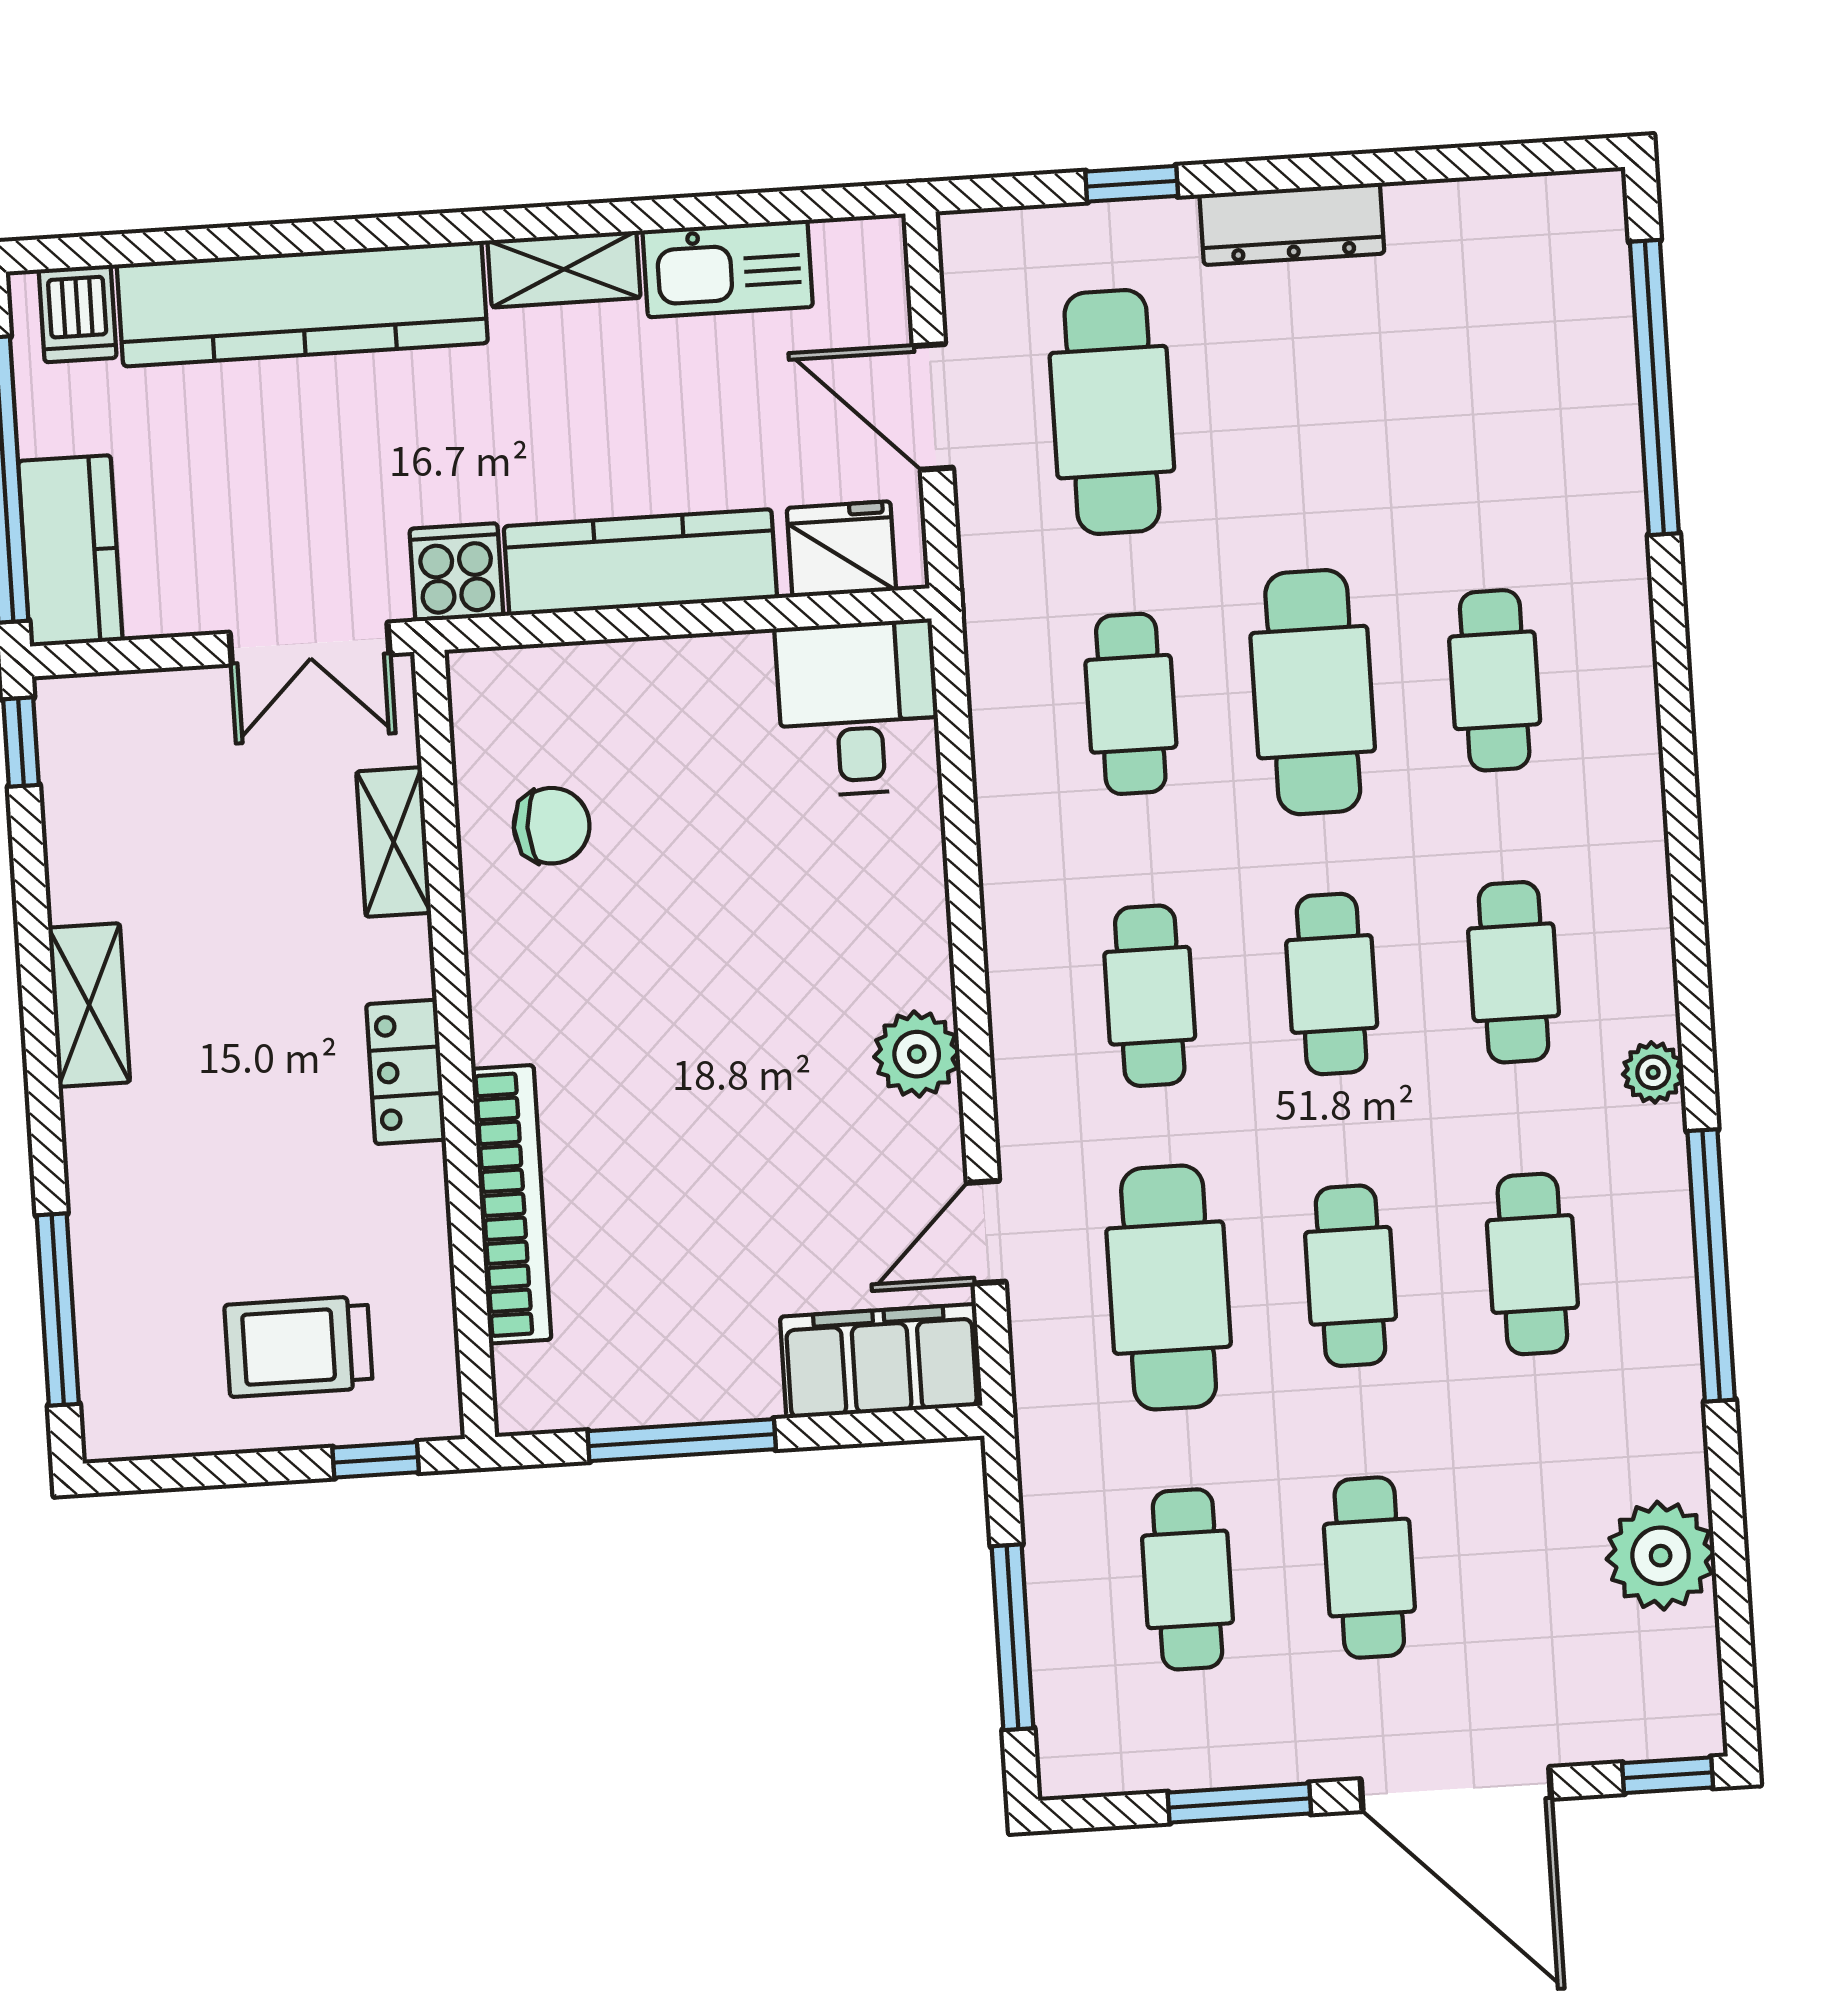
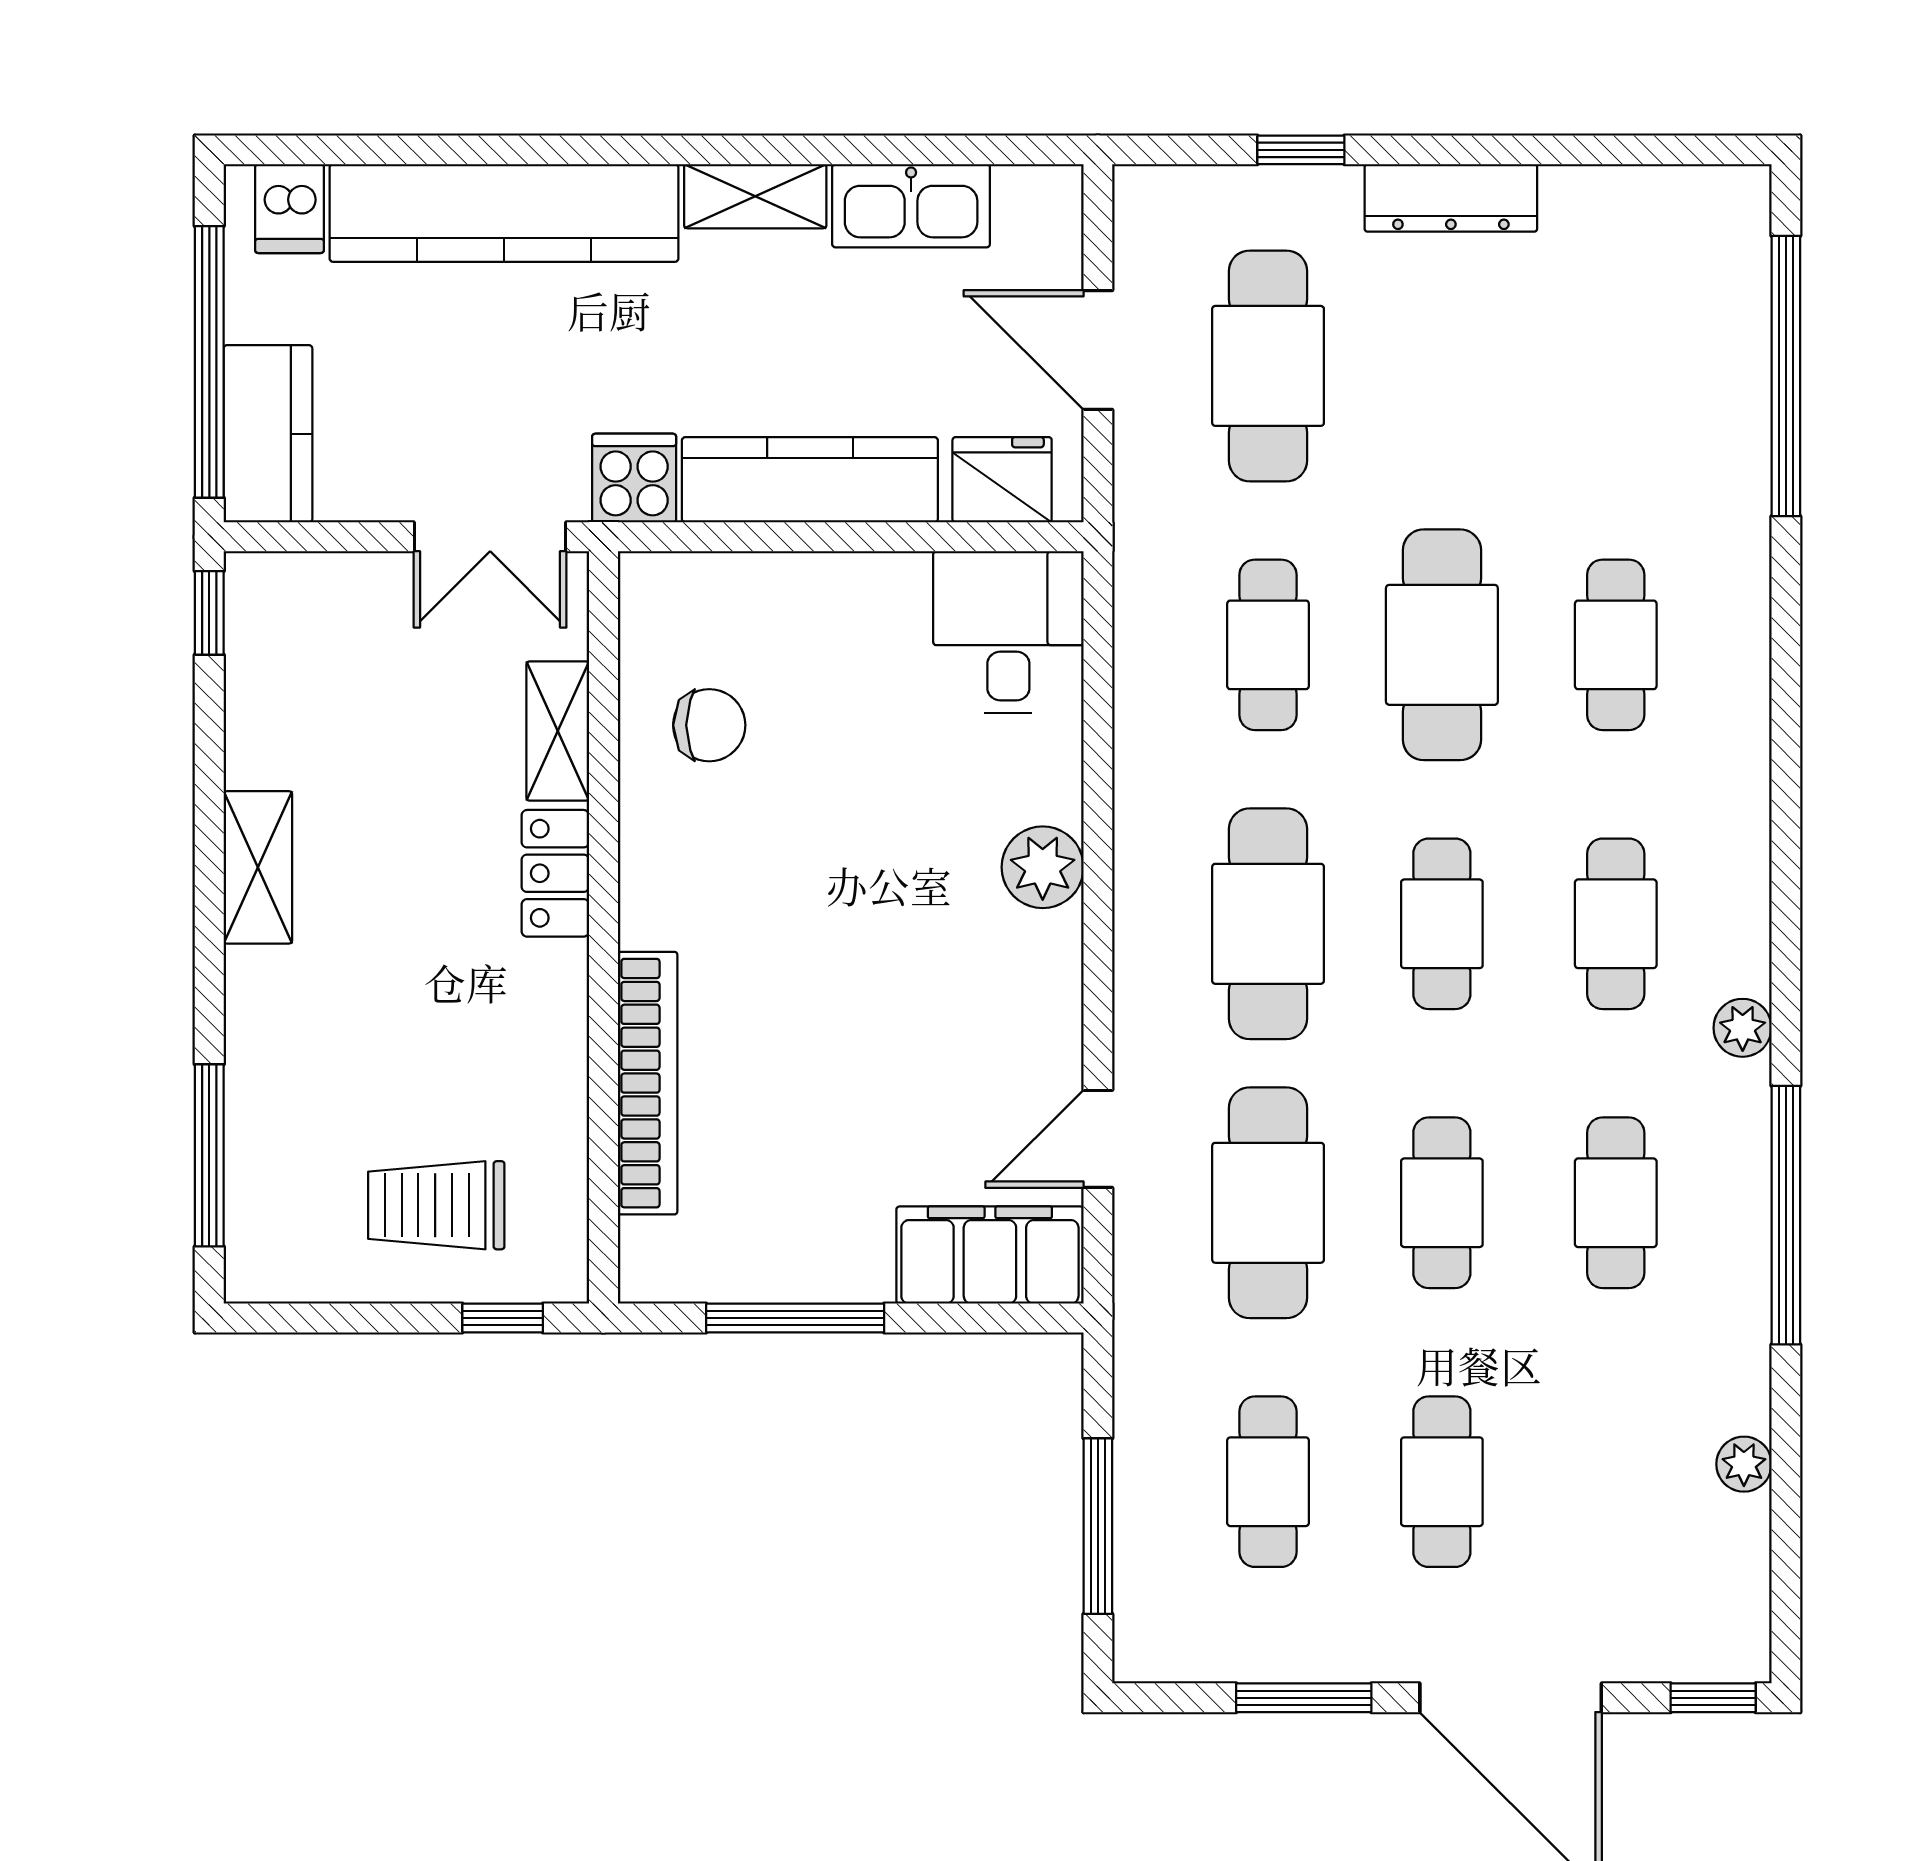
cafe table: (1150, 996) -> (1268, 924), width x1.37, depth x1.35
plant: (917, 1054) -> (1043, 867), moved
locker: (406, 1072) -> (555, 873), moved
plant: (1661, 1556) -> (1744, 1464), width x0.53, depth x0.53

